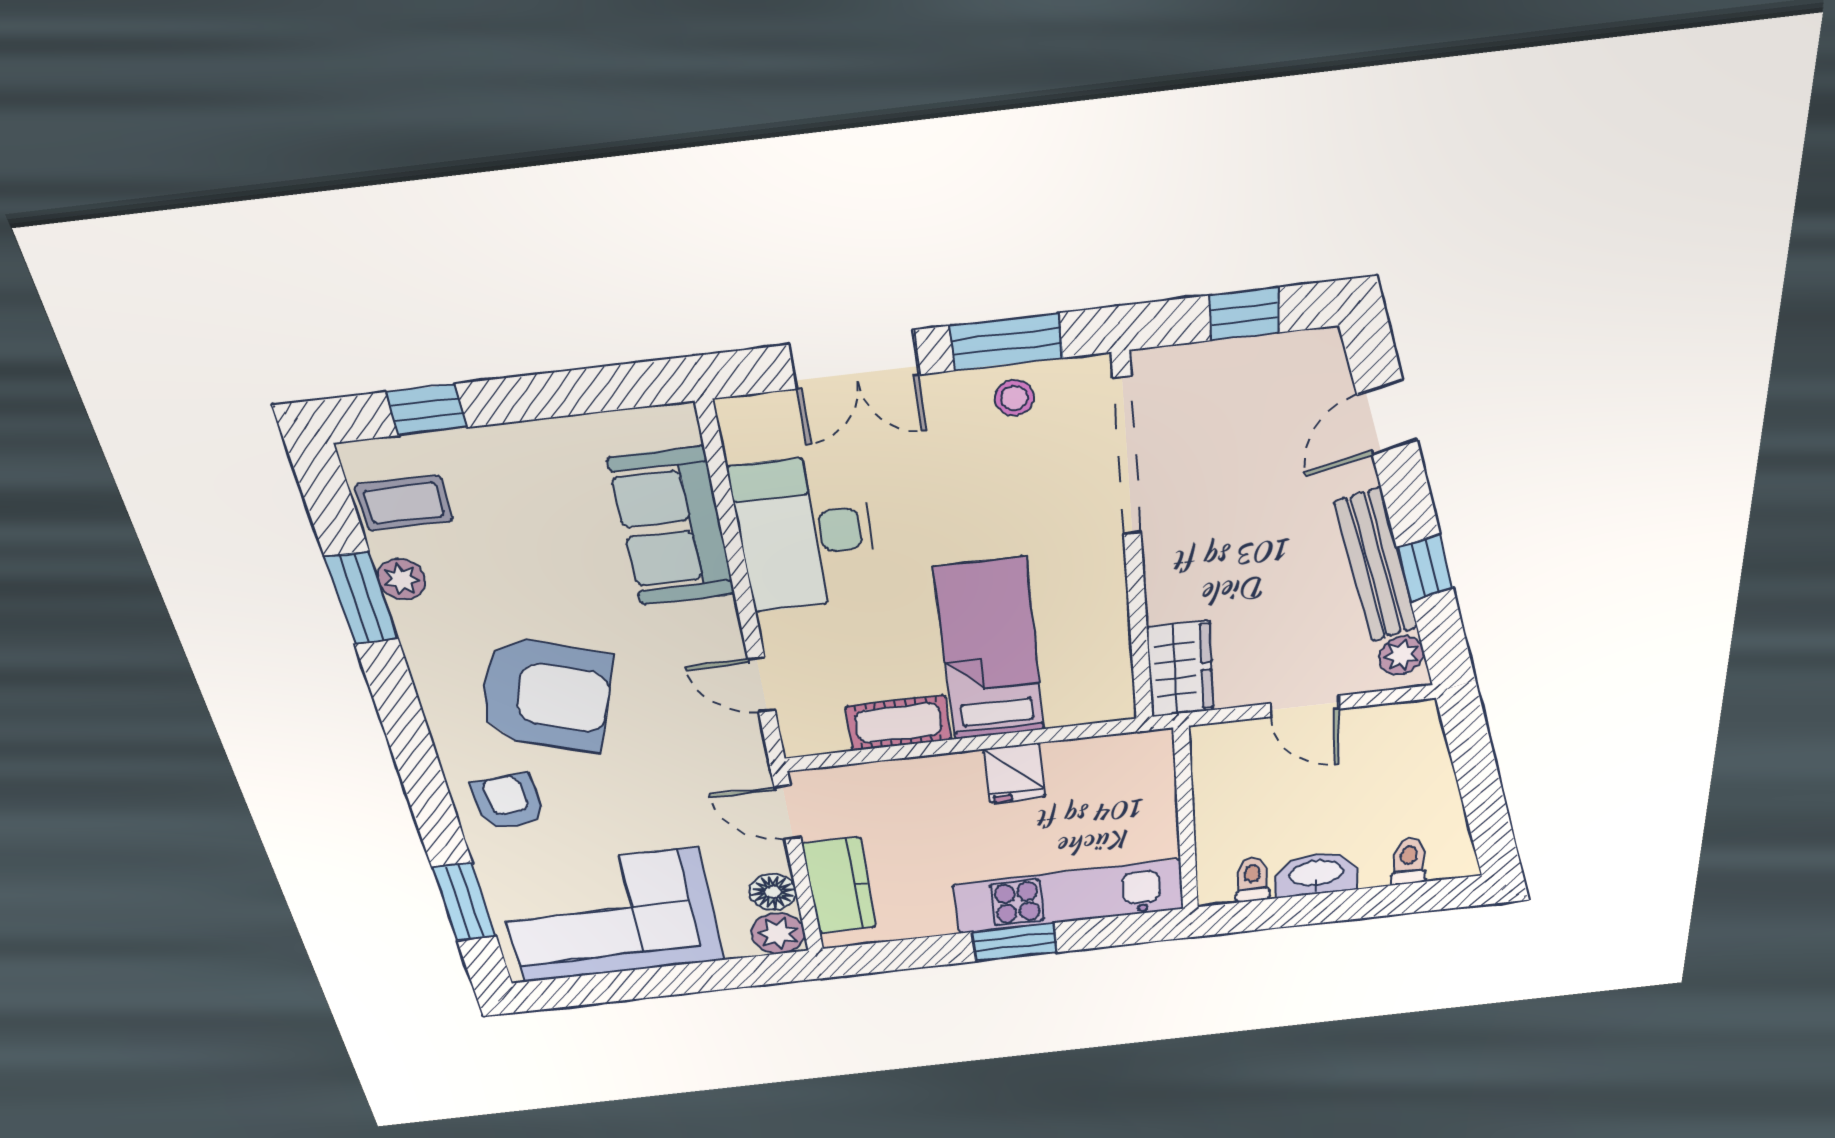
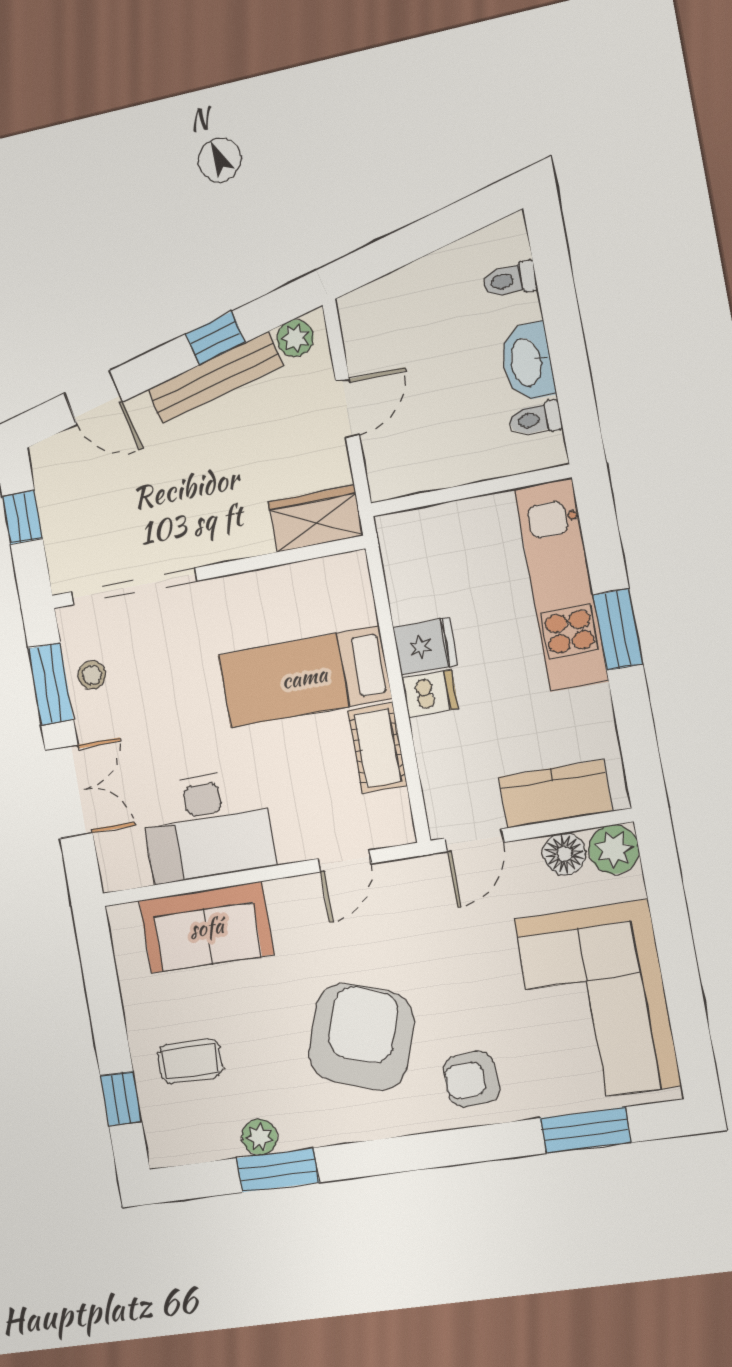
coffee table: (404, 503) -> (190, 1061), moved, turned 90
dishwasher: (959, 776) -> (430, 693), added

